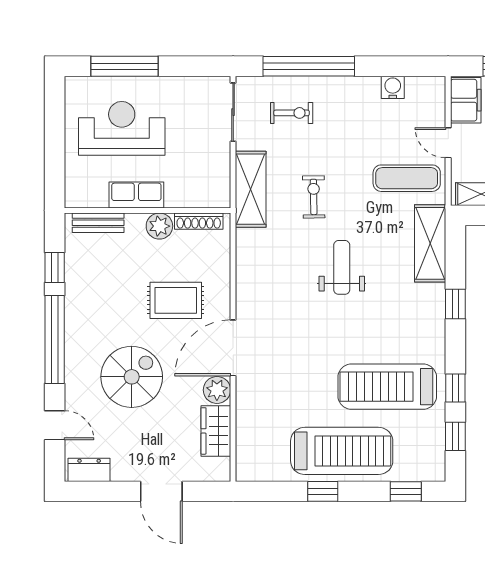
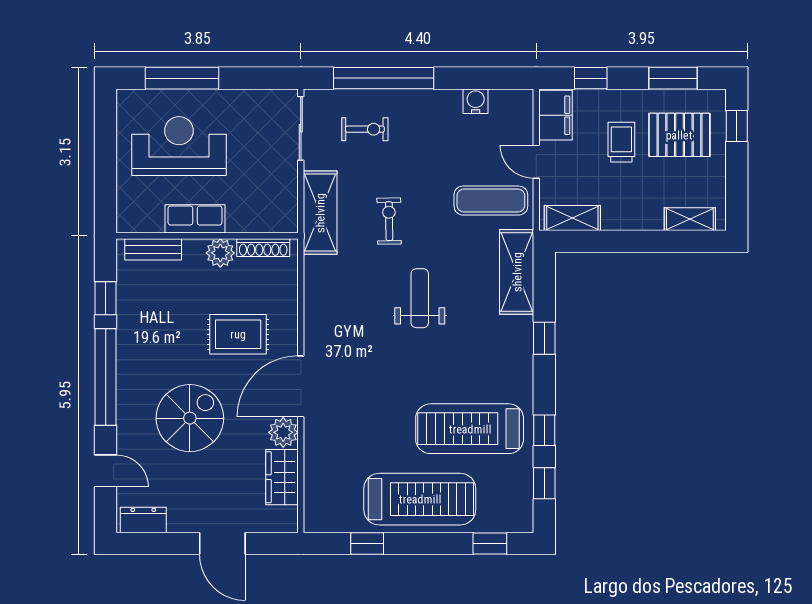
window: (323, 491) -> (367, 543), moved

